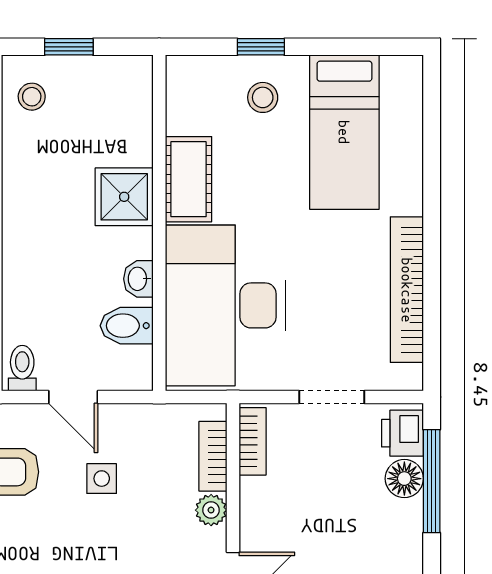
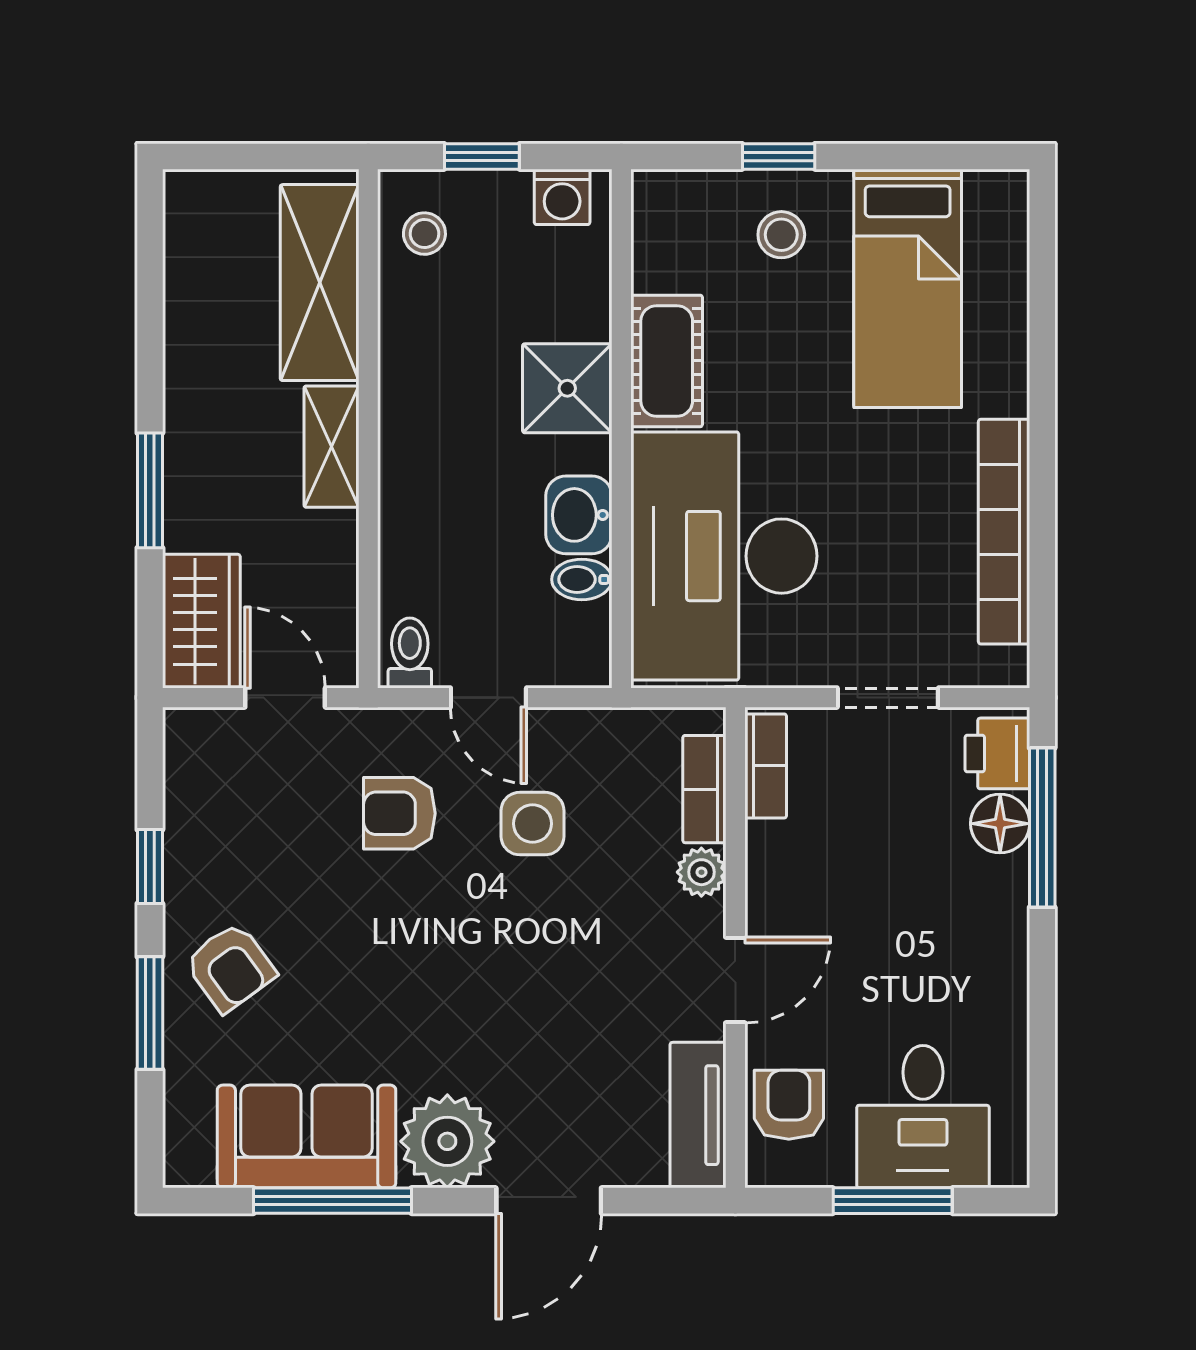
washing machine: (121, 73) -> (562, 197), added
washbasin: (138, 279) -> (579, 515), width x1.38, depth x1.45
bidet: (127, 326) -> (582, 579), width x0.72, depth x0.74
side table: (102, 479) -> (532, 824), width x1.37, depth x1.37

